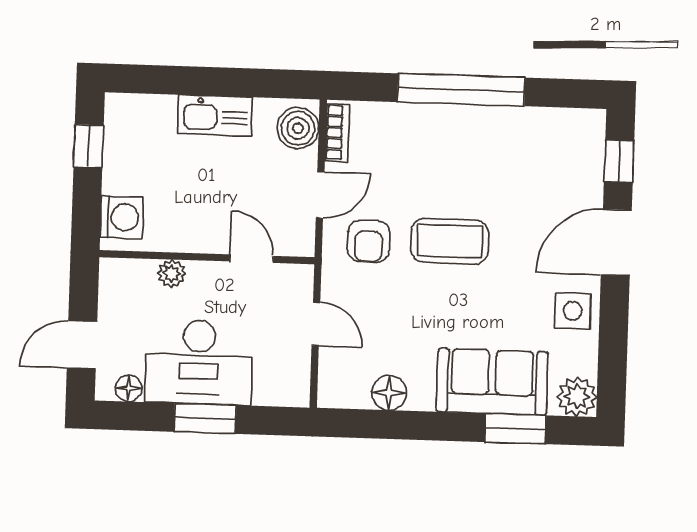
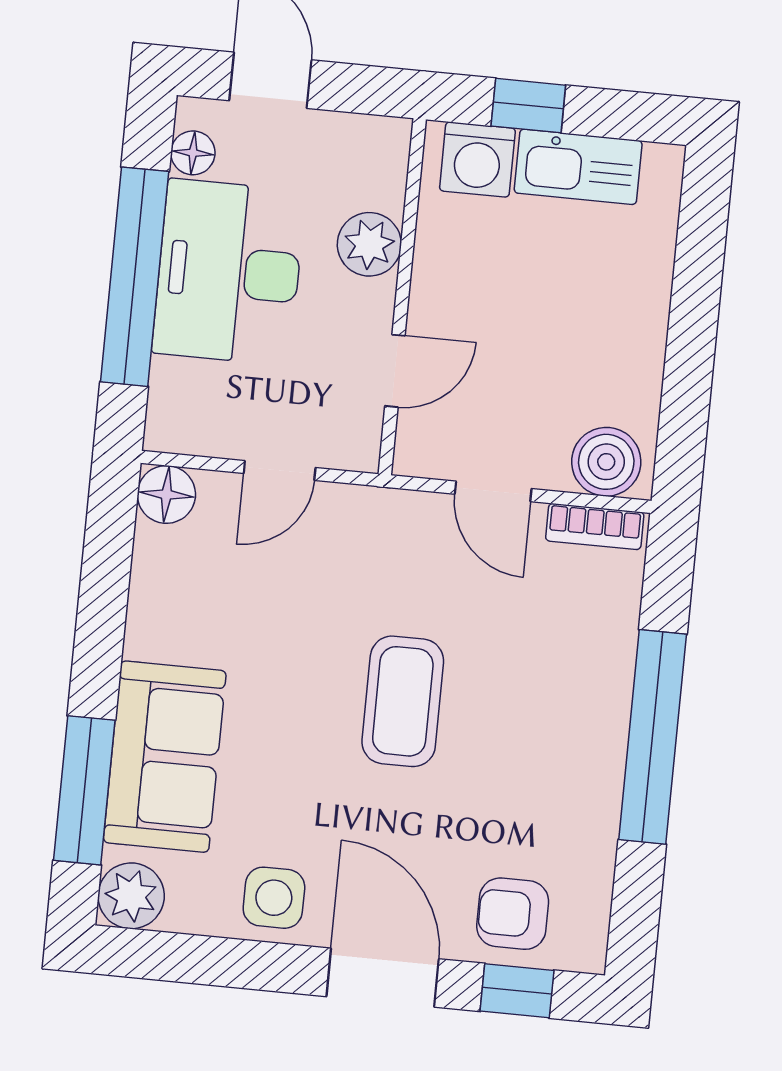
kitchen sink: (215, 115) -> (578, 167), moved, turned -90
window: (89, 146) -> (528, 106), moved
armchair: (369, 241) -> (513, 914), moved
plant: (172, 274) -> (369, 244), width x1.38, depth x1.38
floor lamp: (389, 393) -> (166, 494), moved
window: (205, 419) -> (135, 277), width x2.11
window: (515, 429) -> (84, 790), width x1.44

